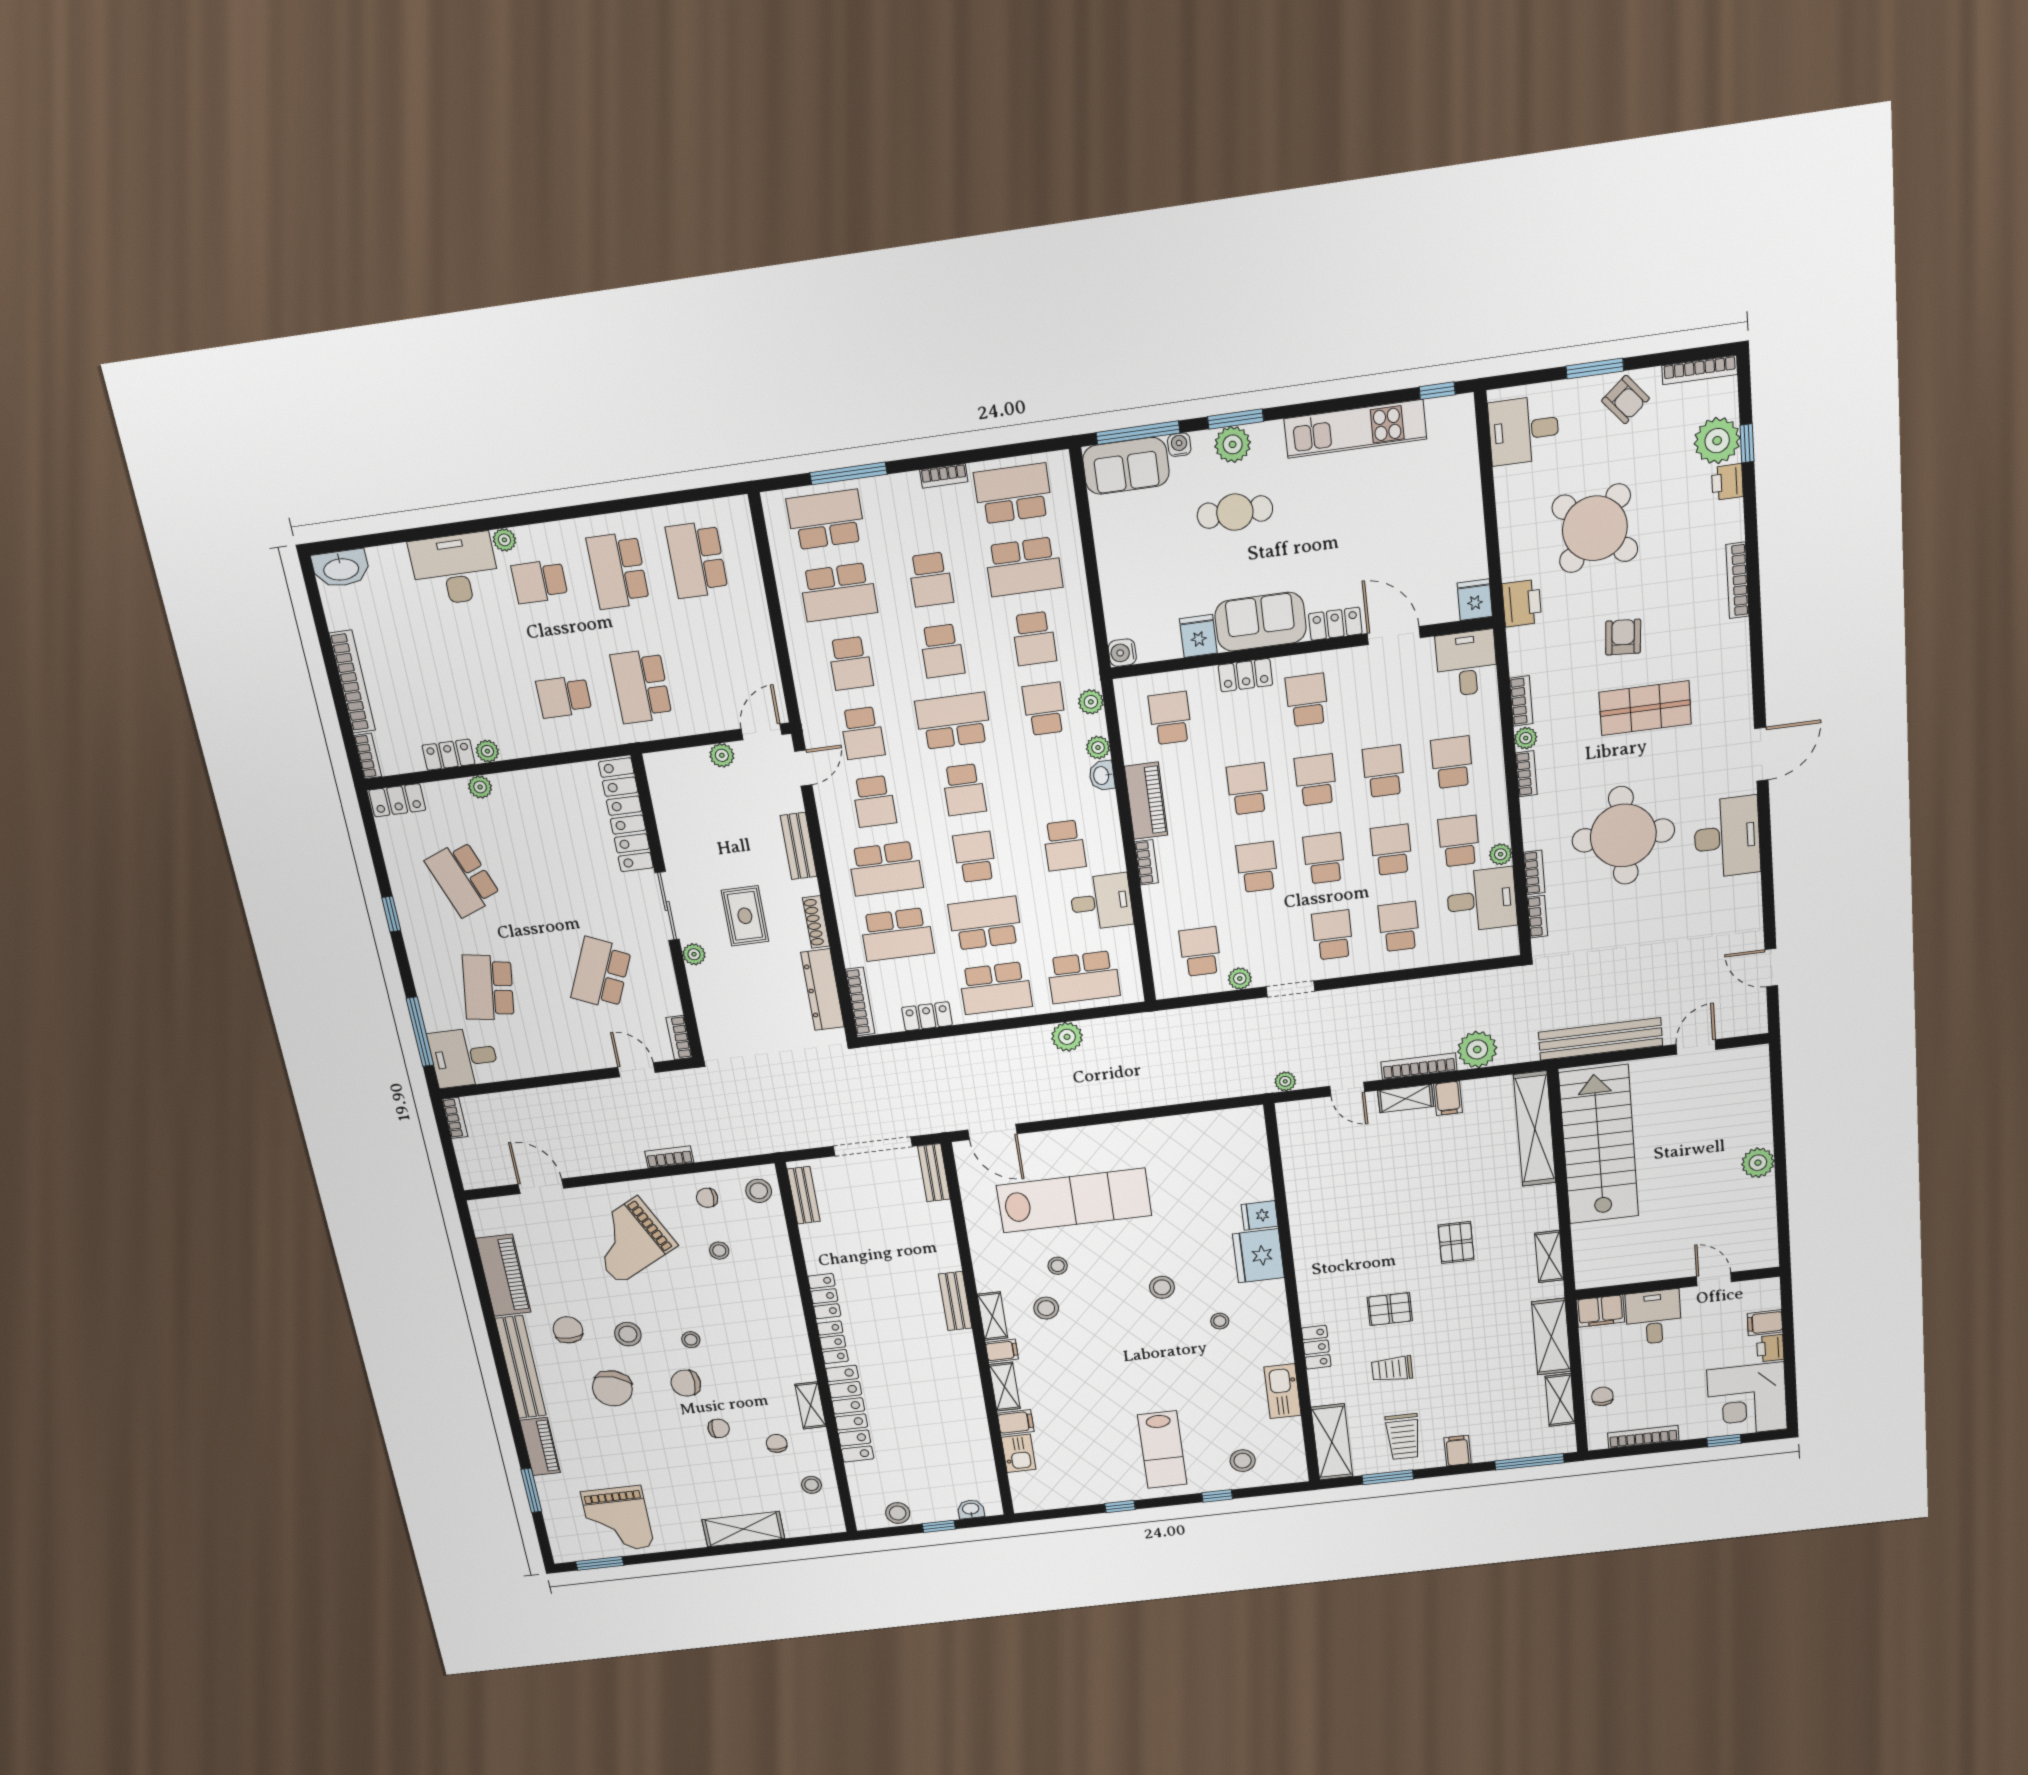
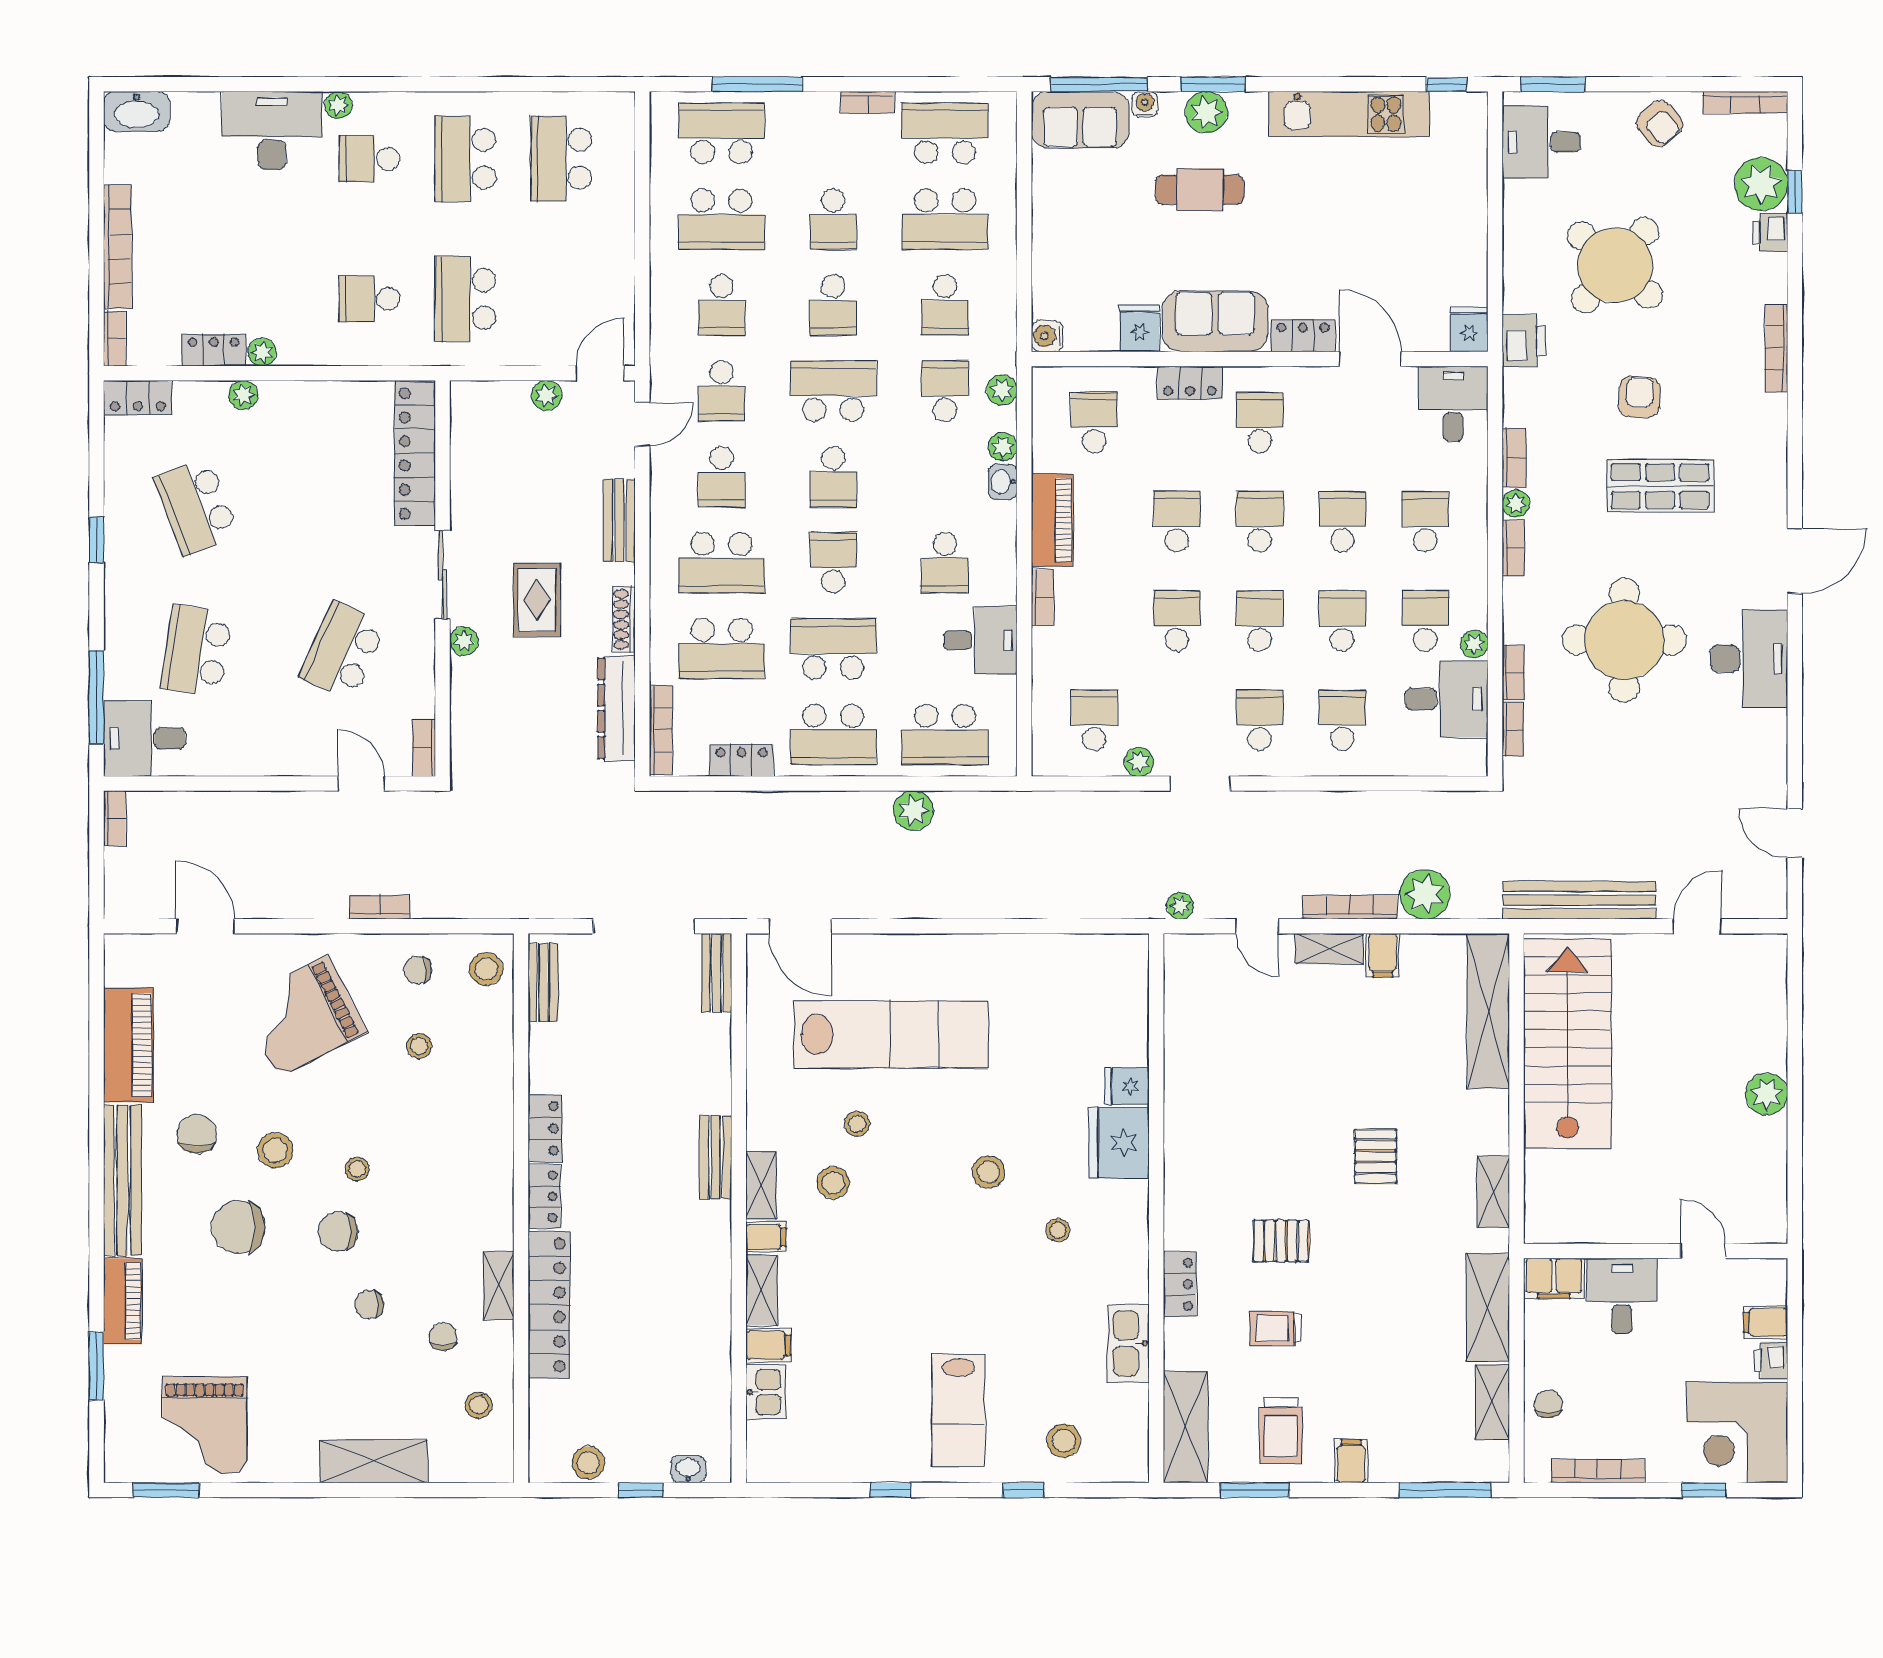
window: (1595, 369) -> (1553, 84), moved
chair: (612, 1388) -> (238, 1227), turned 72
chair: (719, 1428) -> (369, 1304), turned 180

